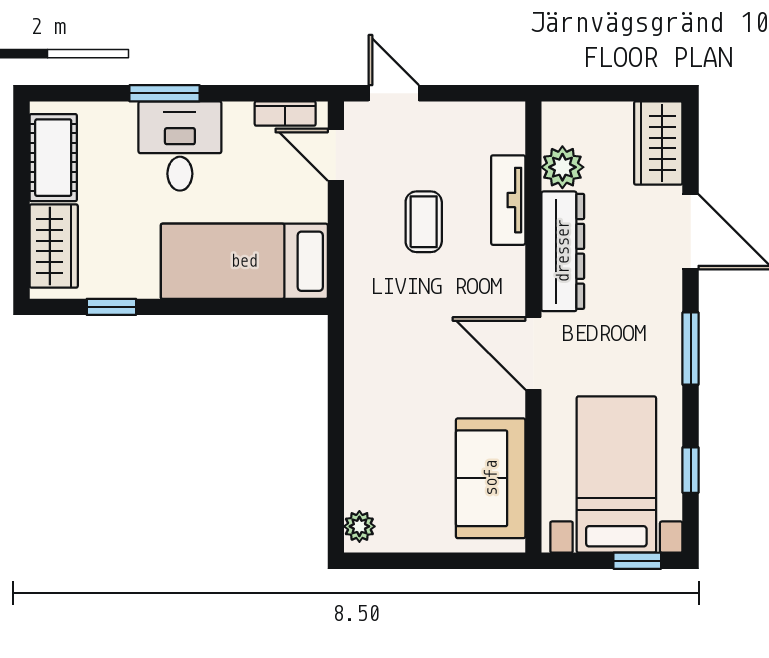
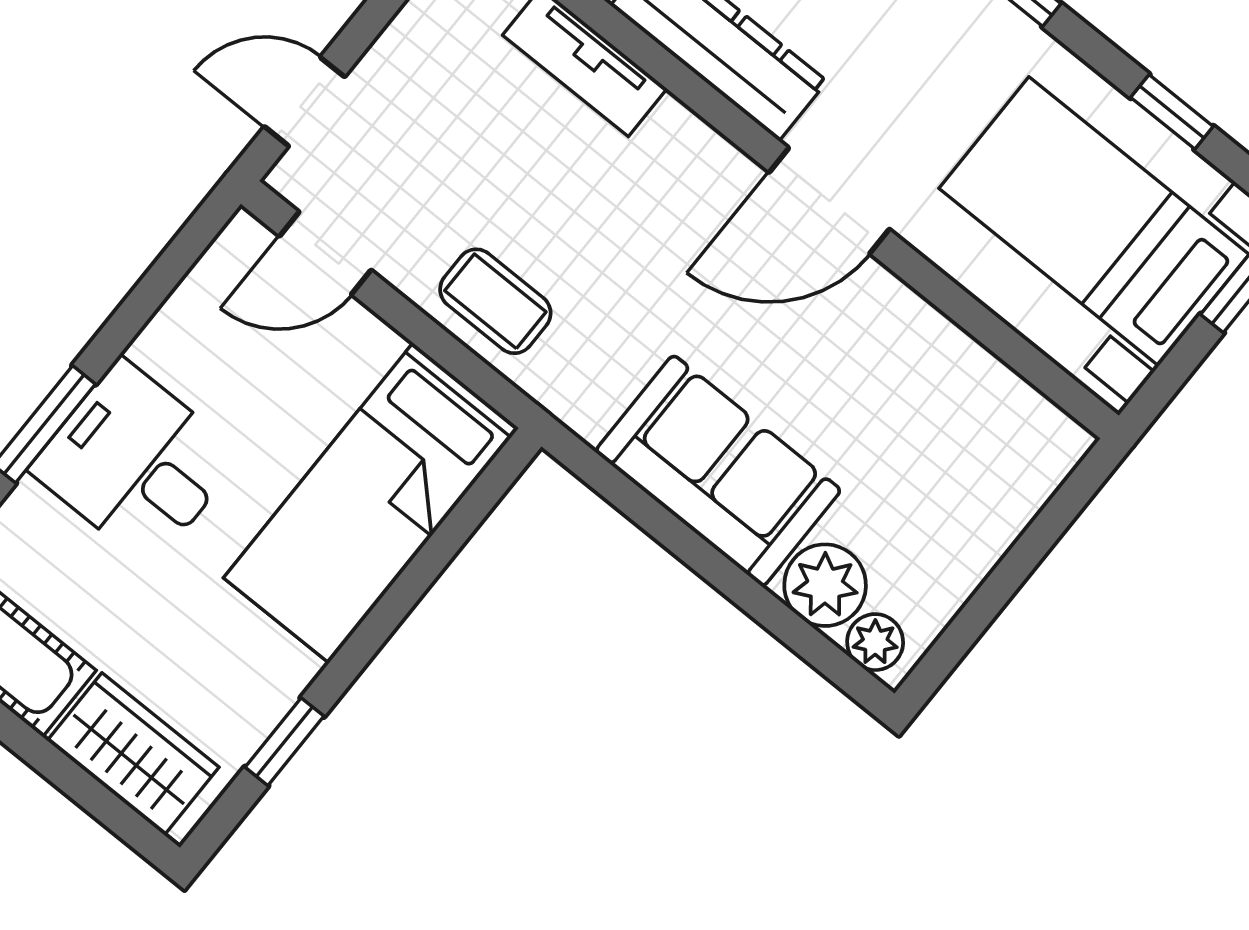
bookcase: (285, 114) -> (210, 278), removed
coffee table: (424, 222) -> (495, 301), moved
sofa: (491, 478) -> (718, 471), moved, turned 180
plant: (366, 485) -> (825, 585), added

